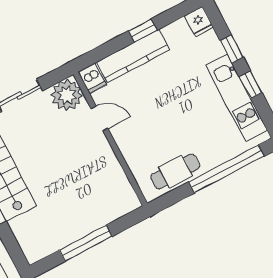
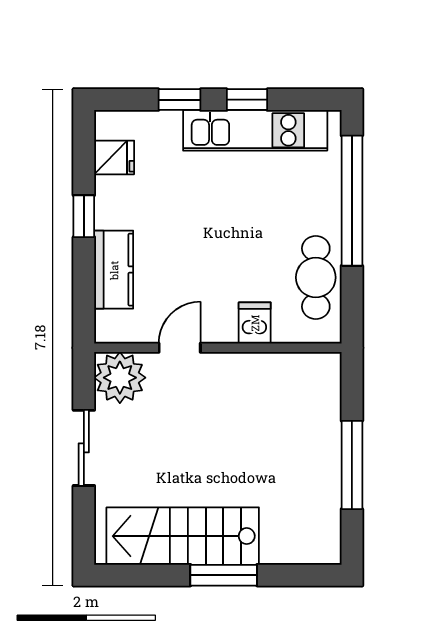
fridge: (199, 22) -> (114, 157), moved
kitchen counter: (133, 56) -> (114, 270), width x0.67
dishwasher: (92, 78) -> (255, 323), moved, turned -90

